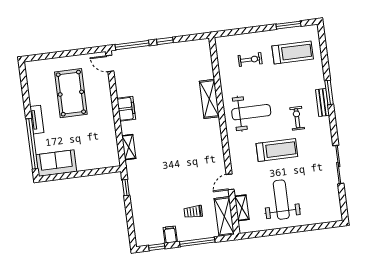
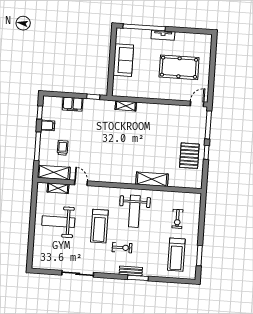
pallet: (173, 60) -> (189, 156), added
filing cabinet: (126, 109) -> (73, 104), moved
sofa: (56, 163) -> (123, 60), moved
weight bench: (281, 200) -> (58, 222), turned 180

